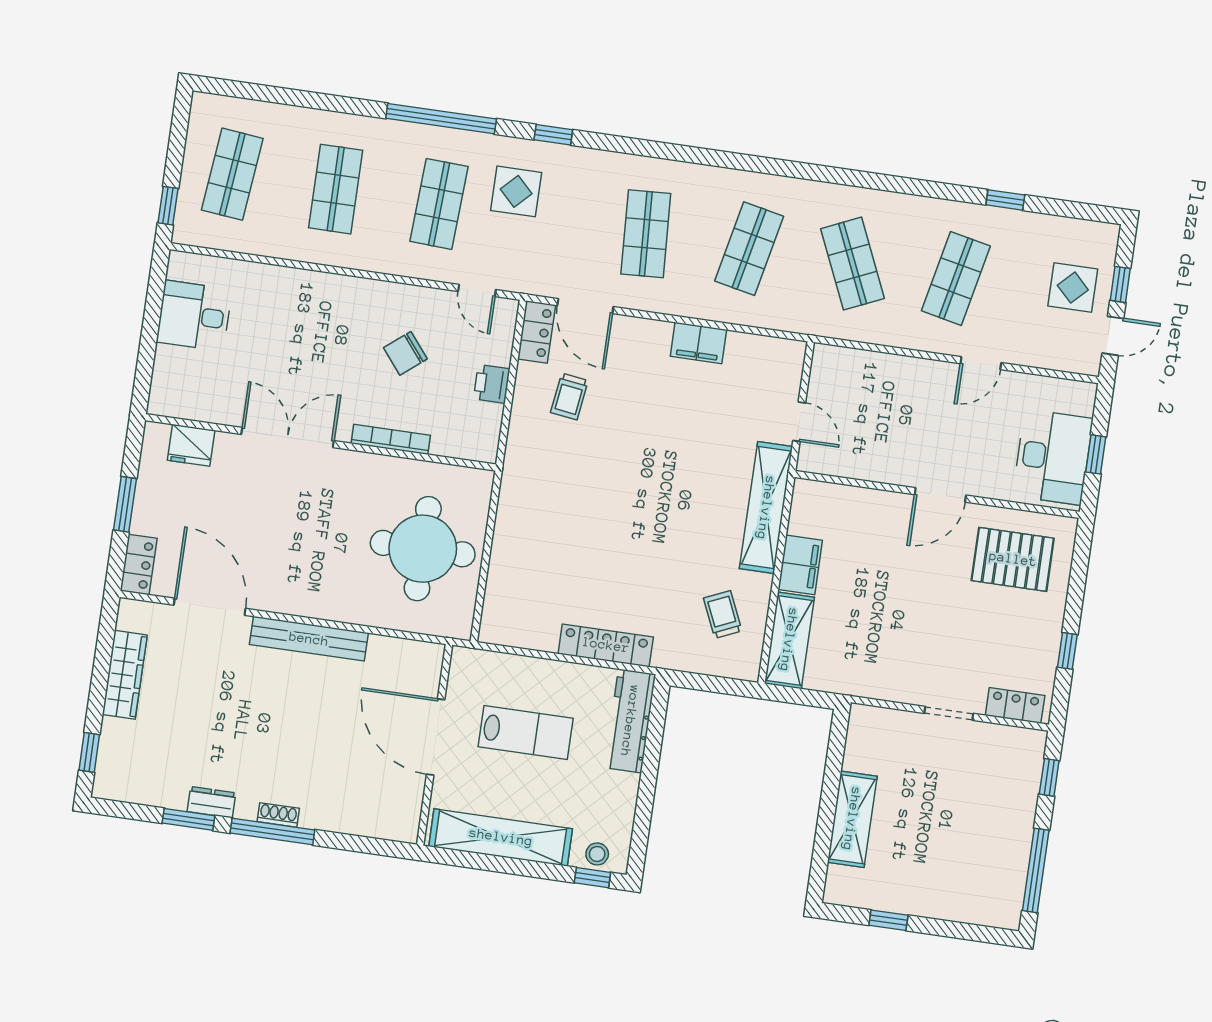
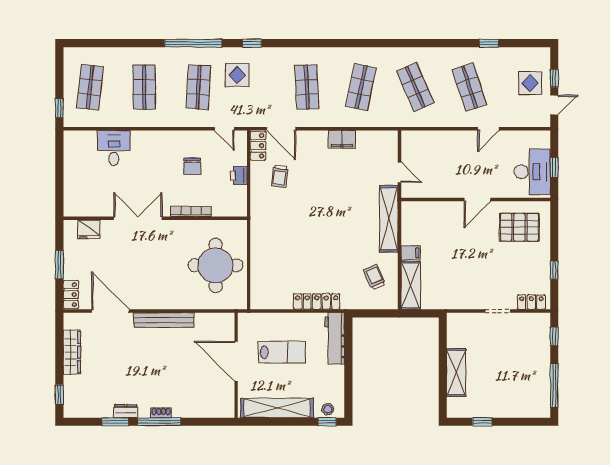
shop shelf: (956, 278) -> (469, 87), turned -30
desk: (194, 316) -> (114, 148), moved, turned 90
chair: (405, 353) -> (192, 166), turned -51
filing cabinet: (800, 565) -> (411, 253), width x0.50

